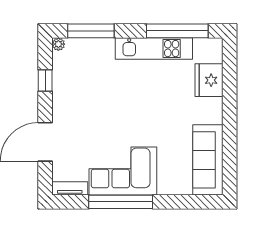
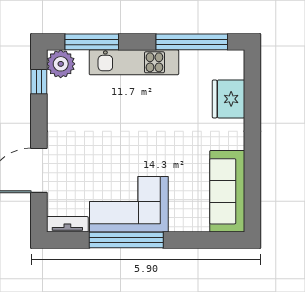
plant: (58, 44) -> (61, 64), width x1.87, depth x1.87
kitchen unit: (154, 49) -> (134, 62), moved
window: (45, 80) -> (39, 82), moved

